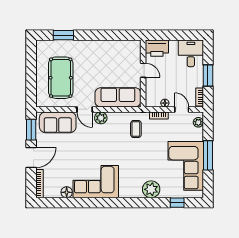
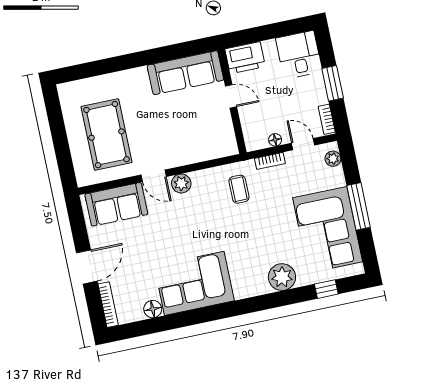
window: (63, 35) -> (97, 68), removed
sofa: (118, 97) -> (185, 73), moved, turned 180
window: (31, 130) -> (78, 224), removed

